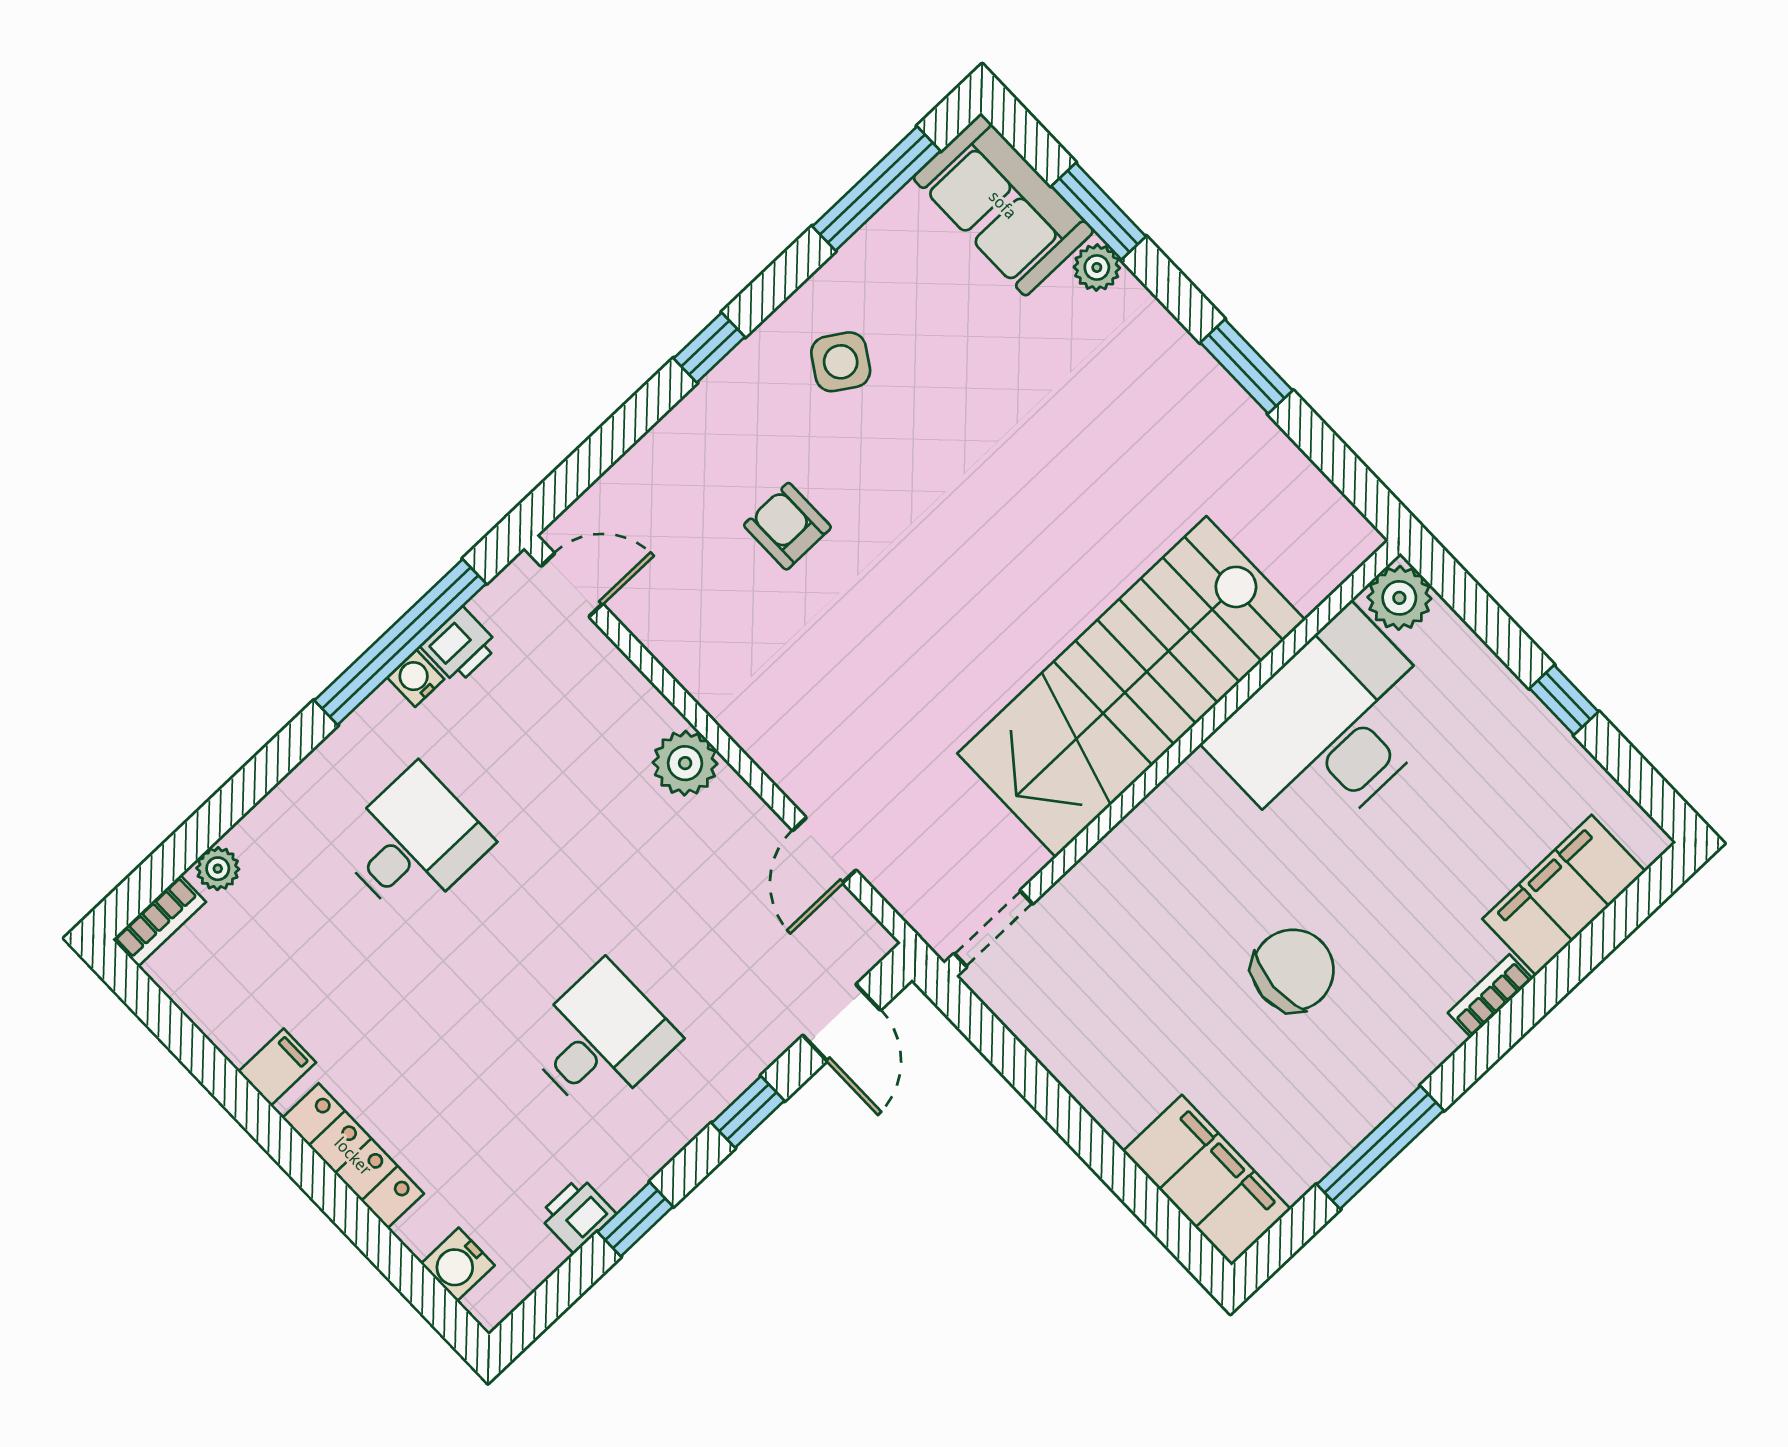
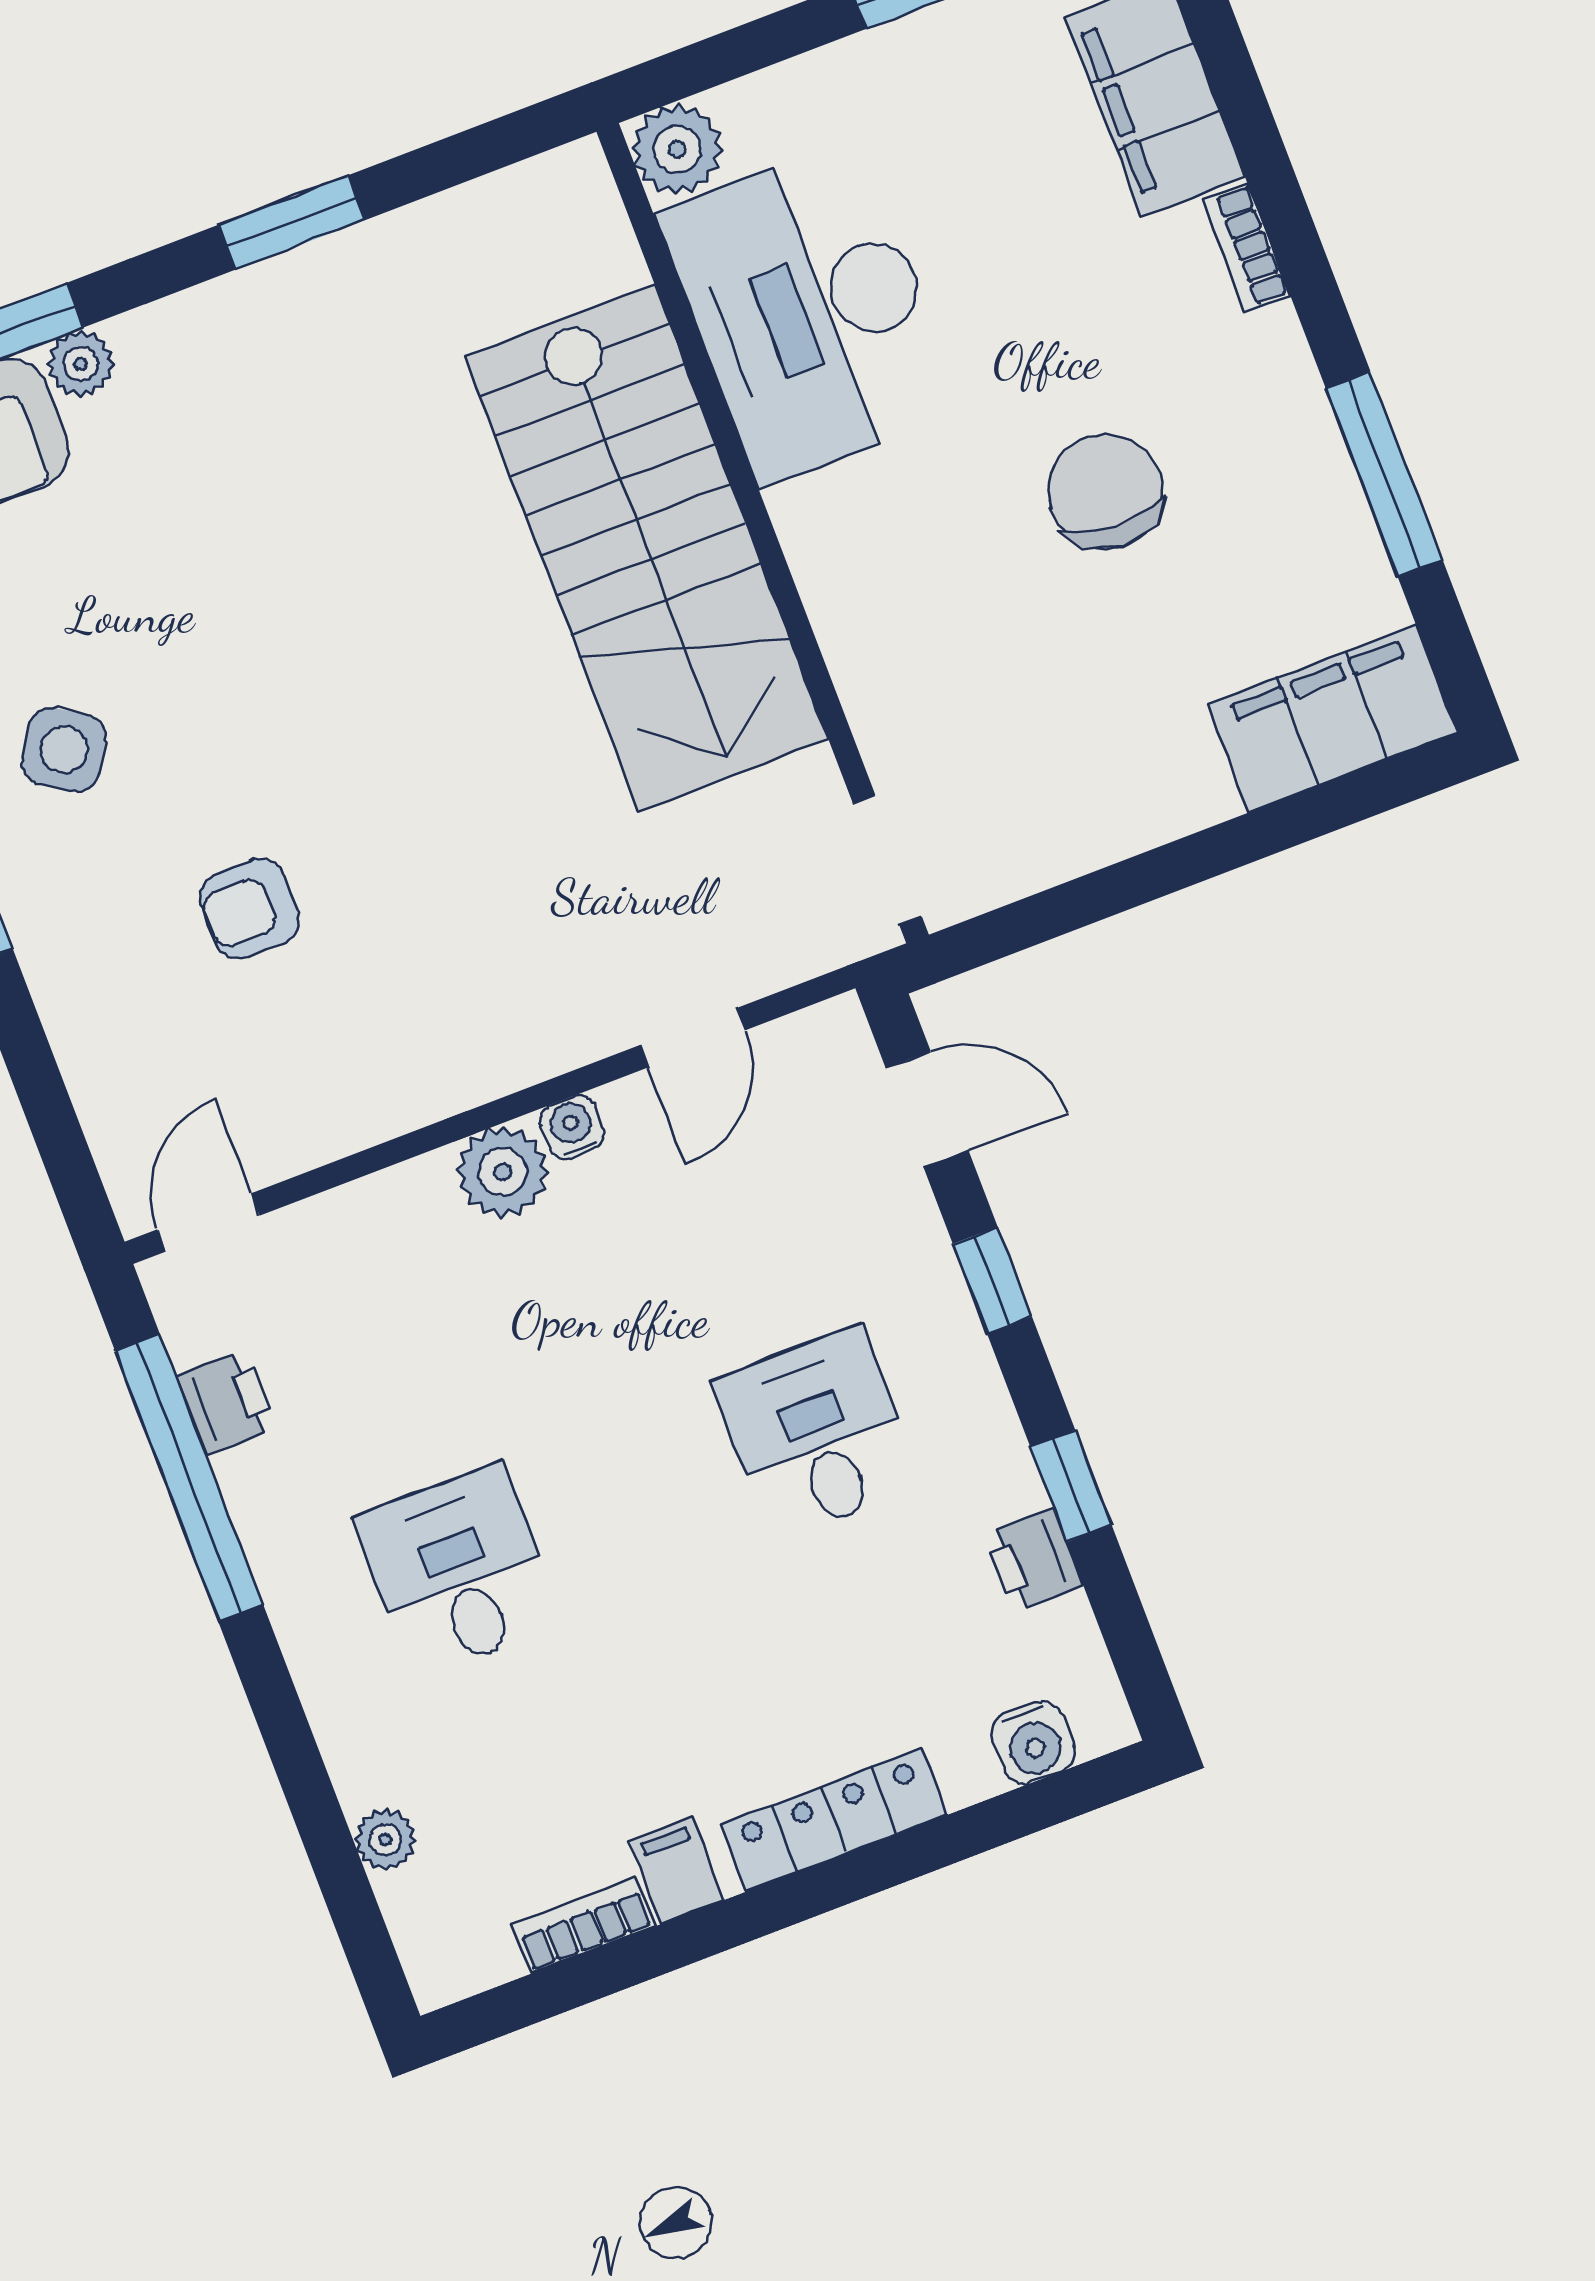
water cooler: (416, 678) -> (572, 1127), moved, turned 90
door: (824, 850) -> (693, 1038), hinge flipped
bookcase: (159, 921) -> (584, 1925), moved, turned -90

